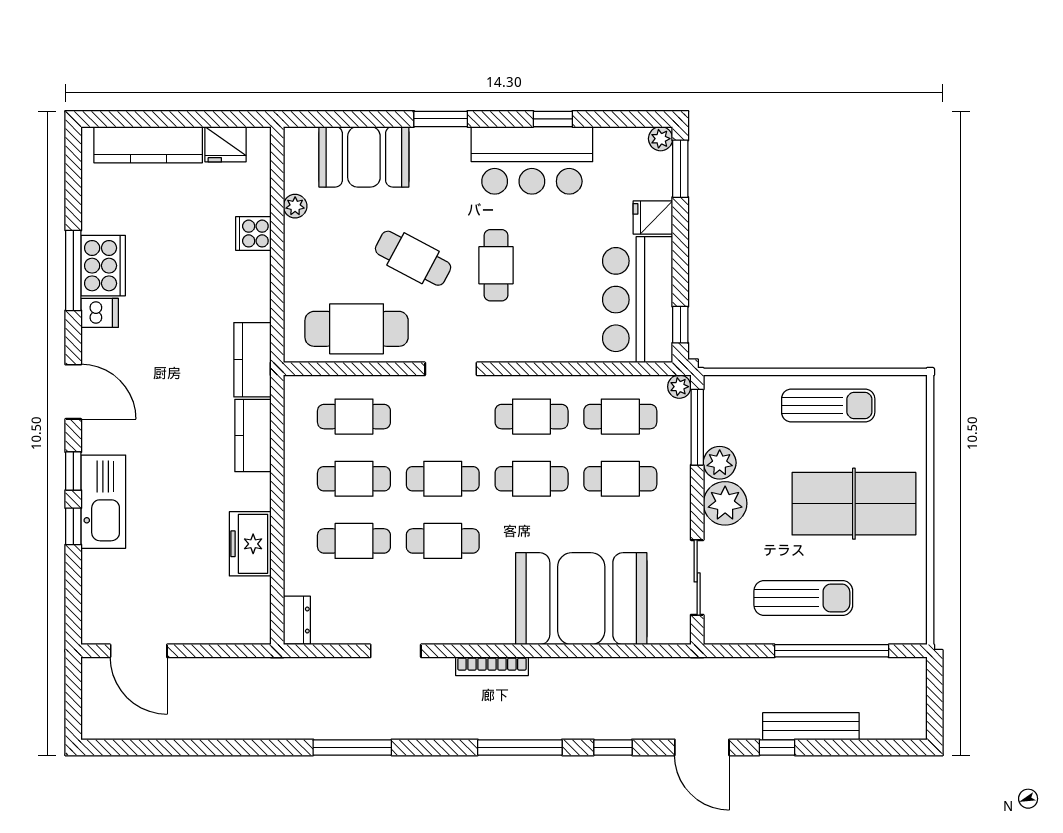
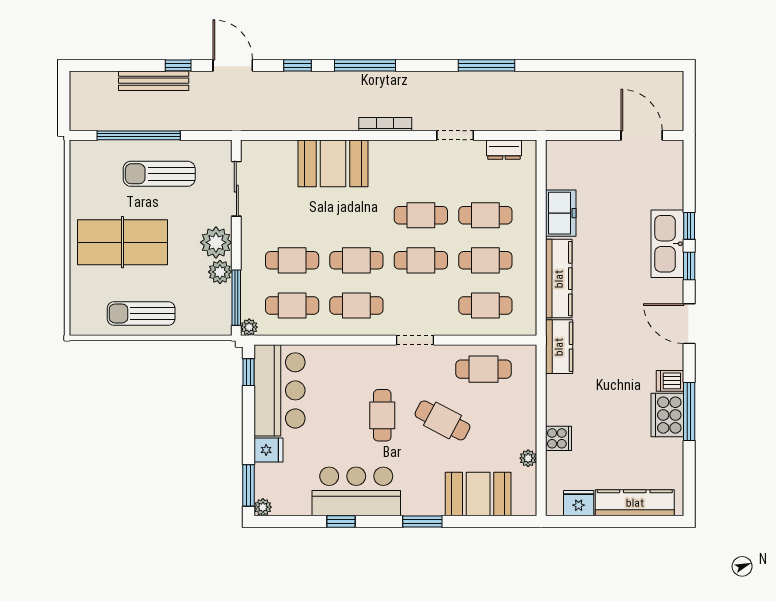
cafe table: (357, 329) -> (483, 369), width x0.73, depth x0.74
kitchen counter: (253, 436) -> (559, 279), width x1.50
booth: (581, 599) -> (333, 163), width x0.73, depth x0.70
dresser: (297, 620) -> (504, 150), moved, turned -90

